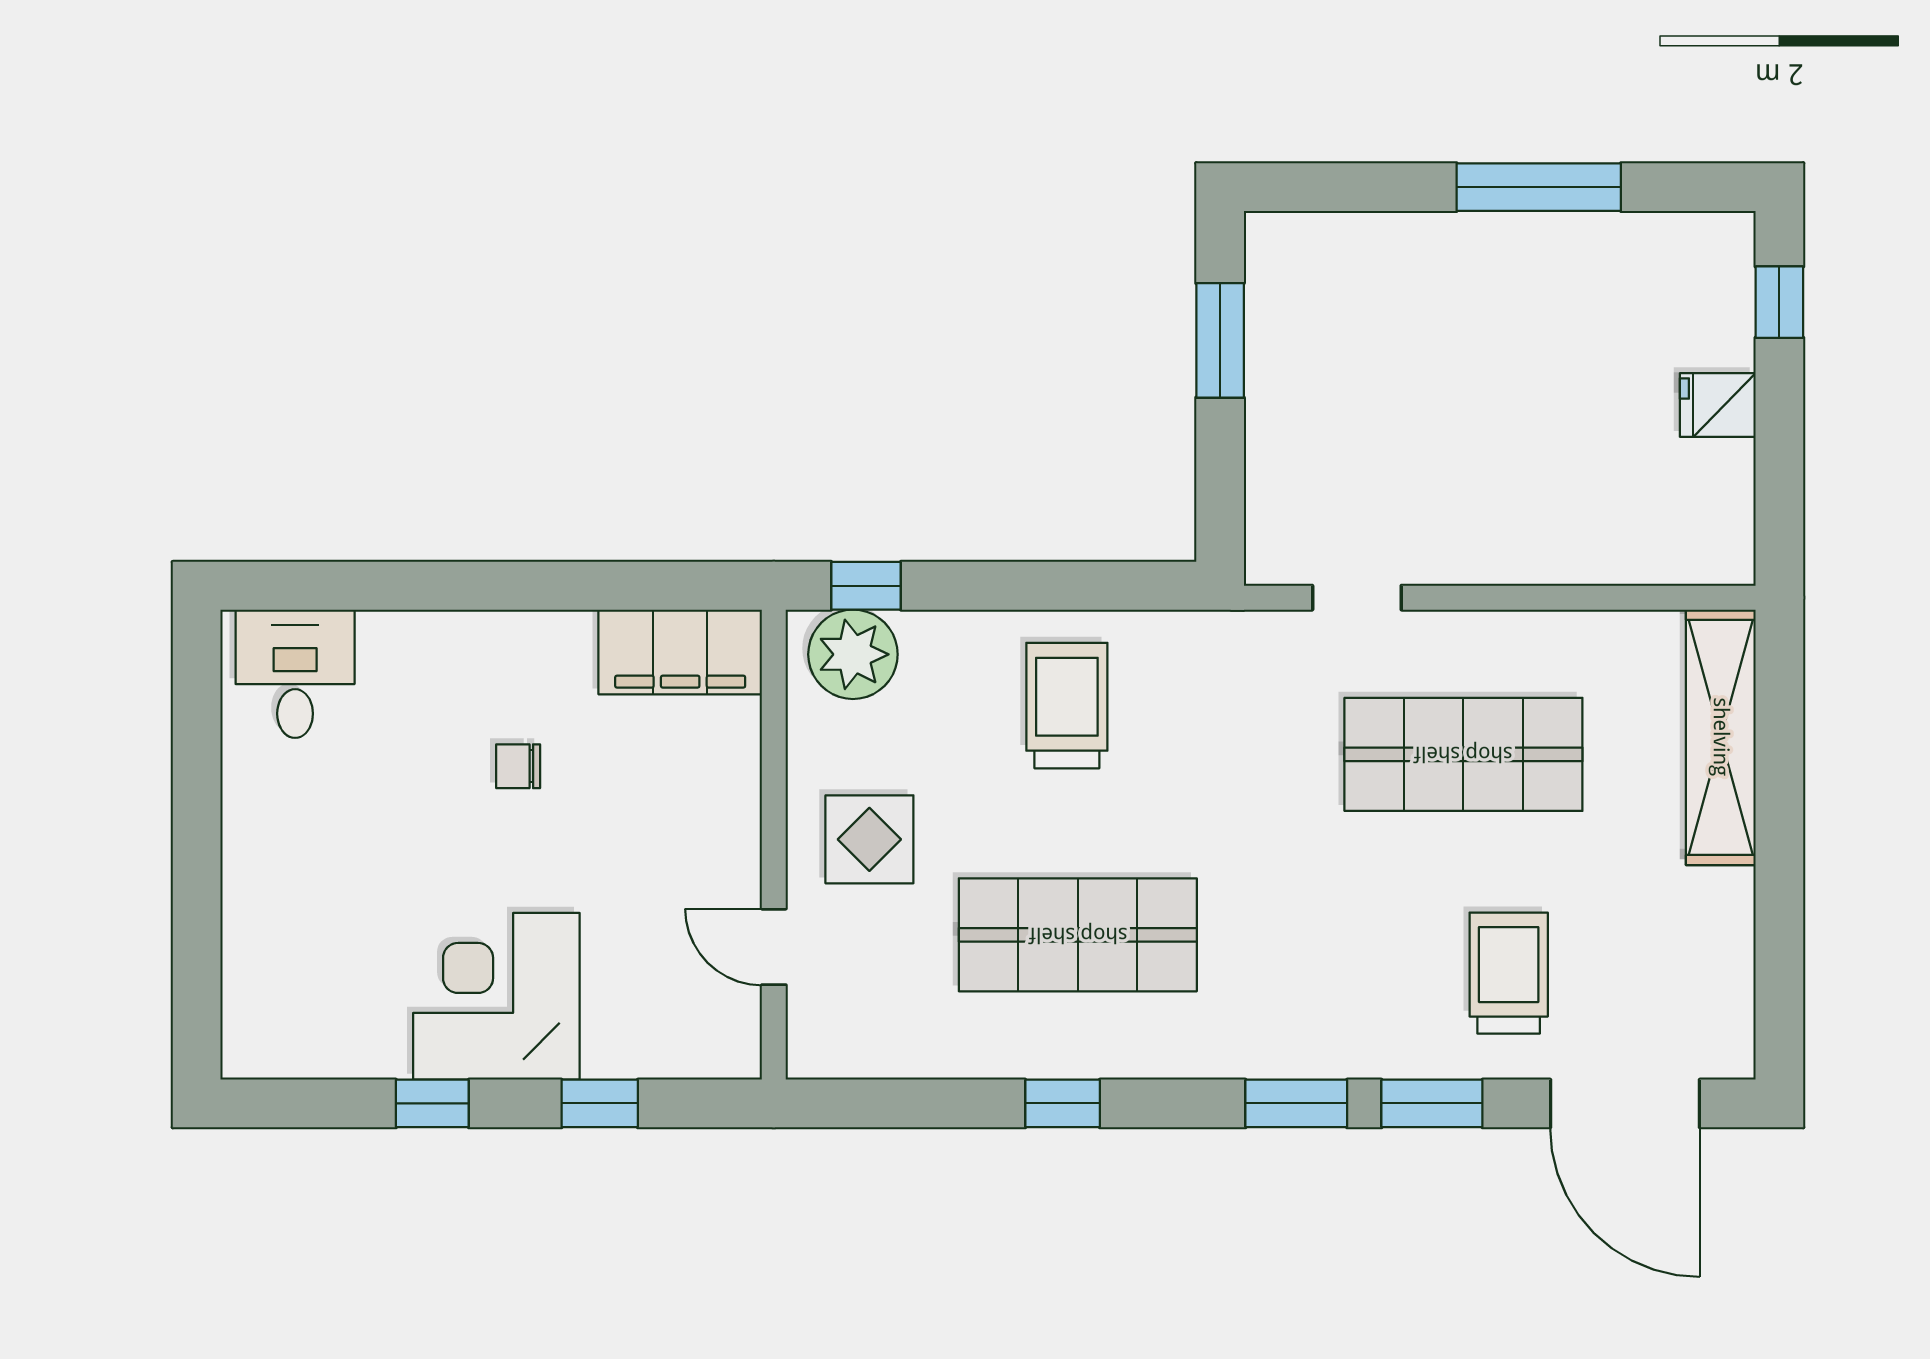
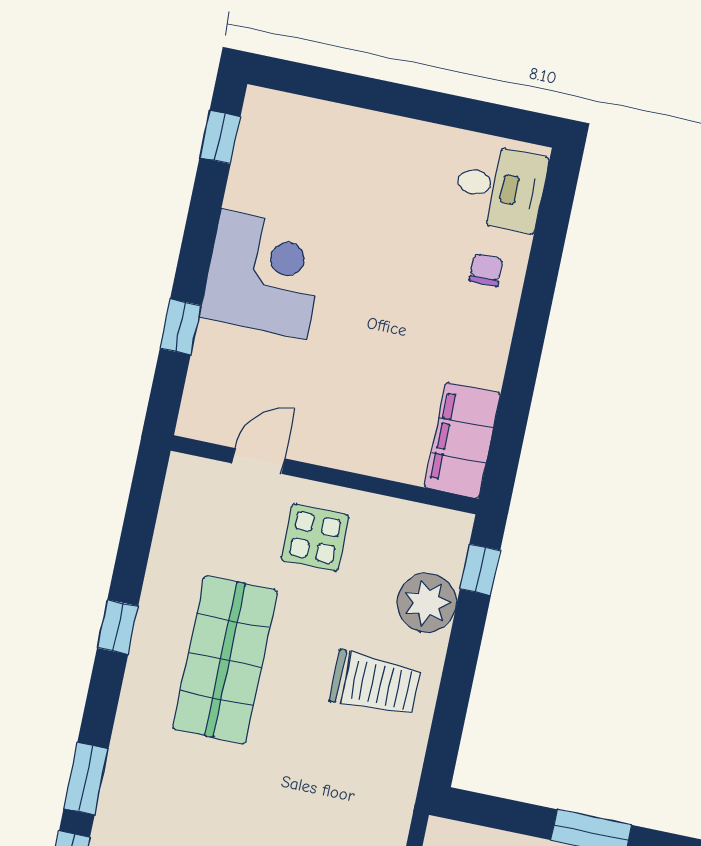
plant: (853, 654) -> (427, 603), moved
chair: (518, 766) -> (486, 270), moved
window: (432, 1103) -> (220, 137), moved

